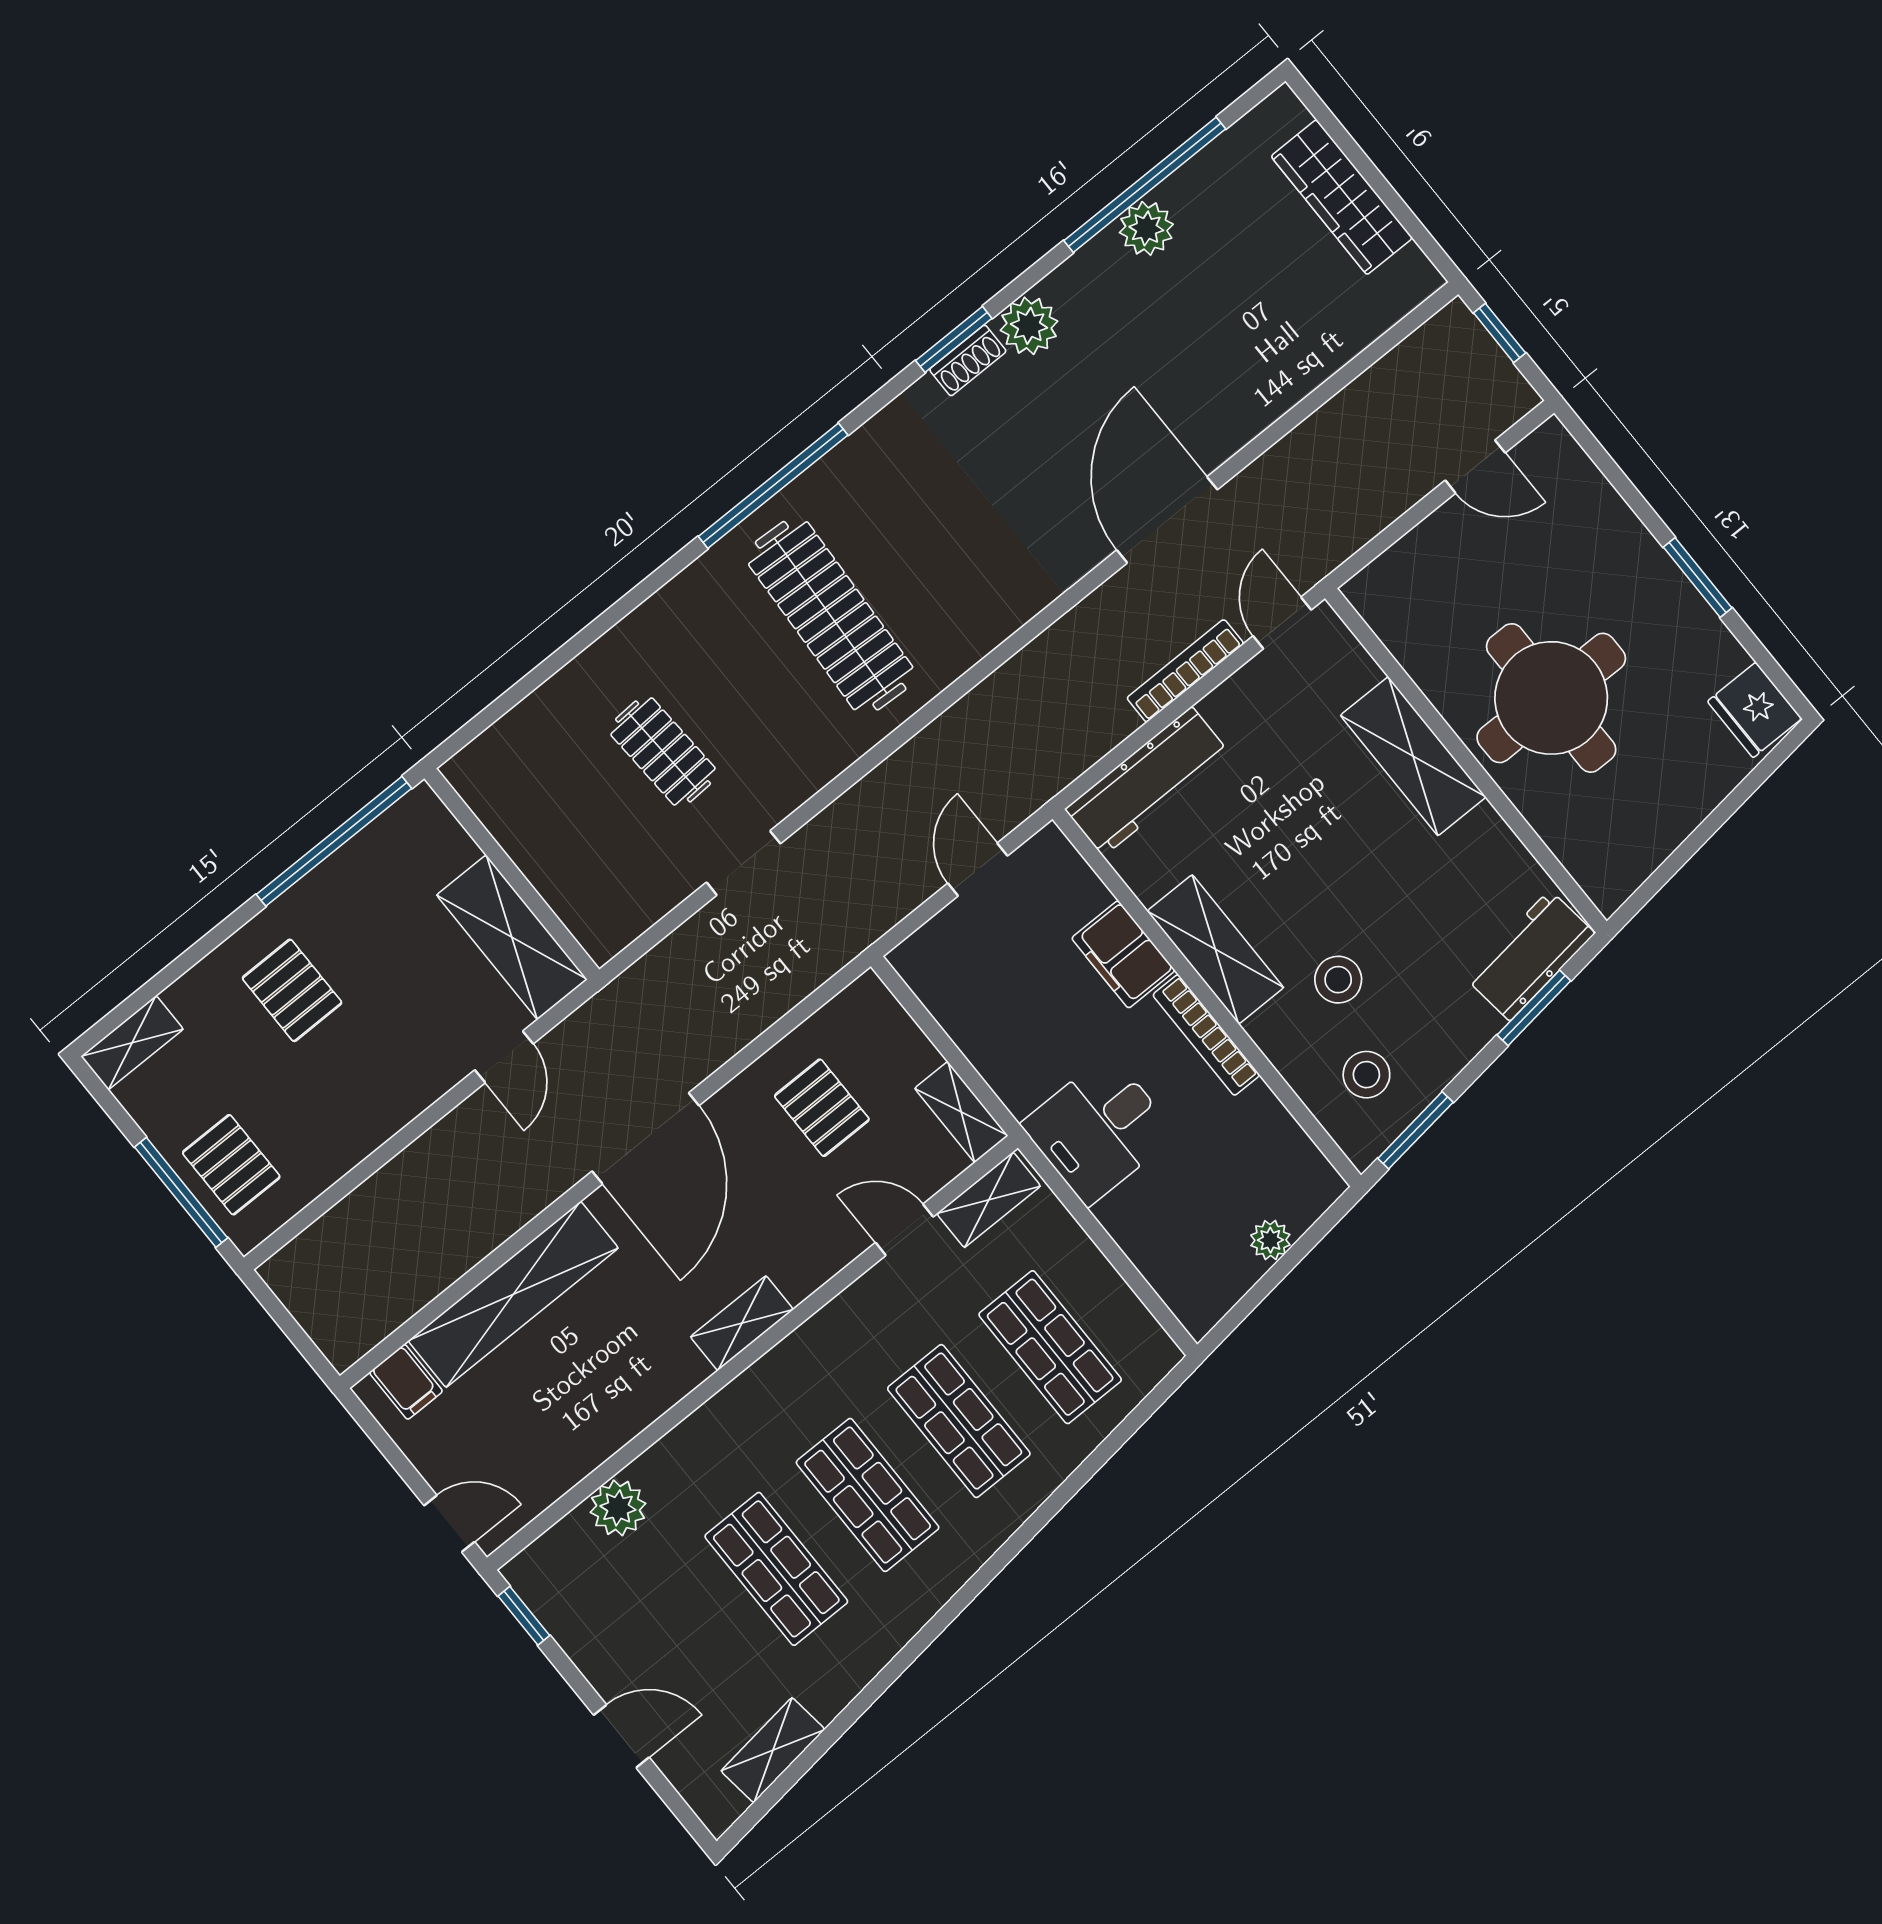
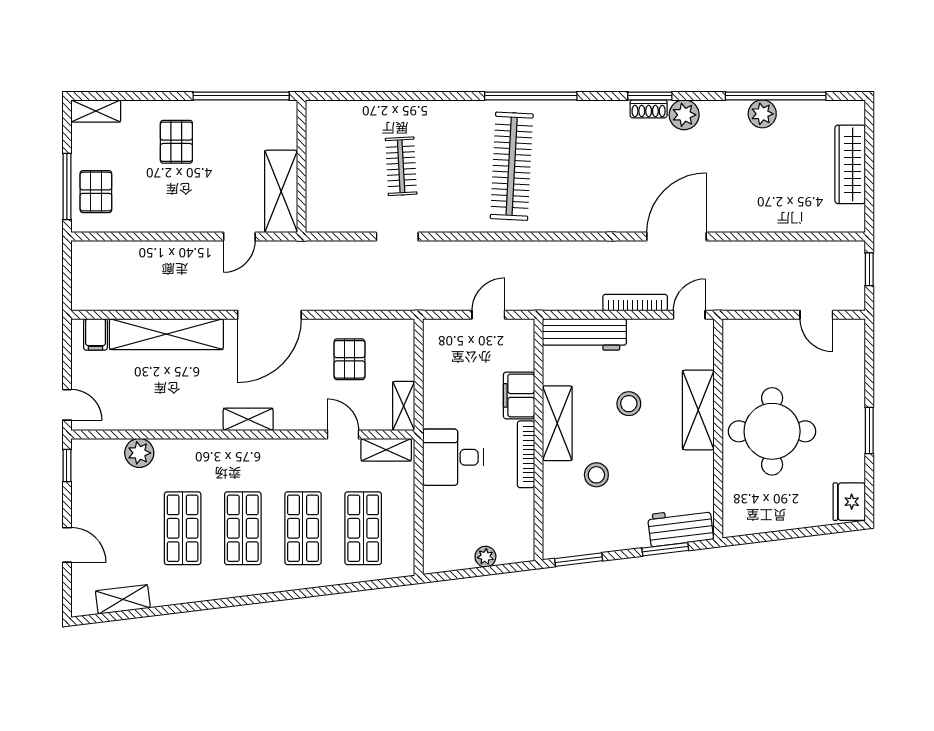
stool: (1366, 1075) -> (629, 404), moved

